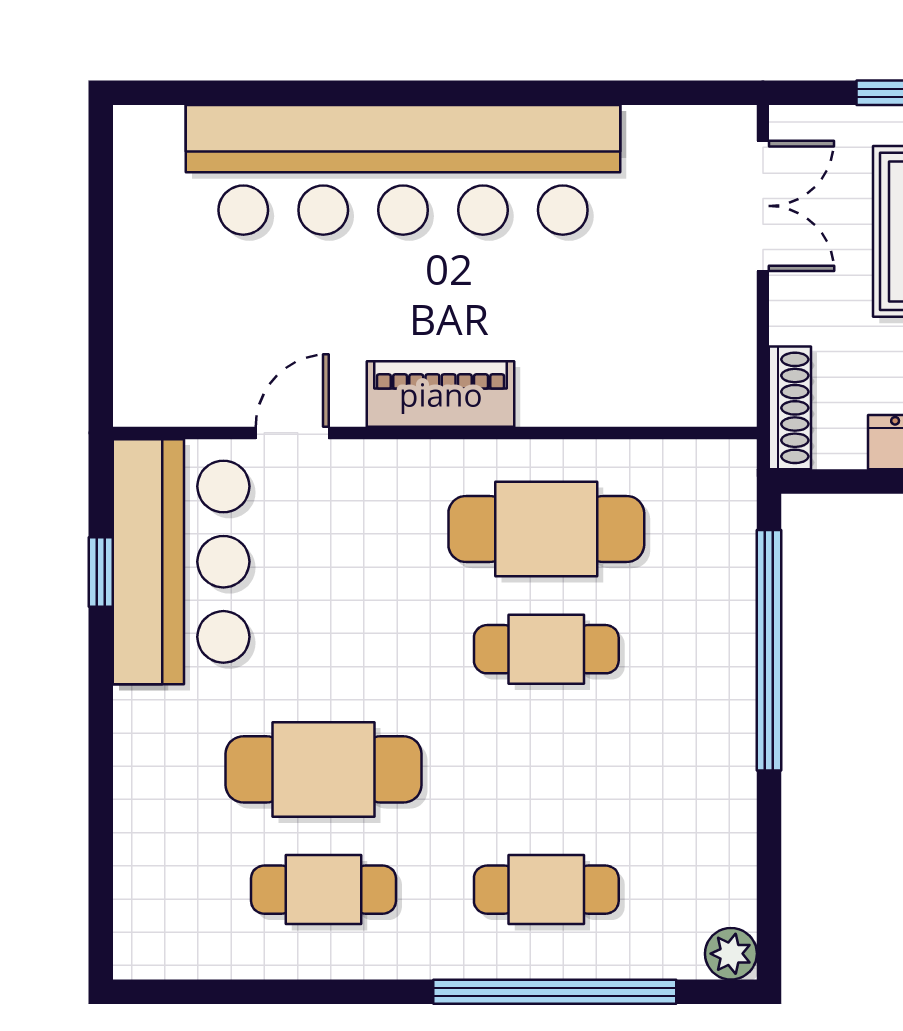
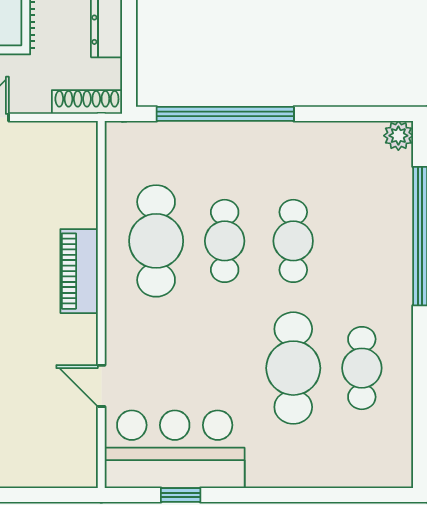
piano: (441, 394) -> (79, 271), moved
cafe table: (546, 890) -> (293, 241), moved

